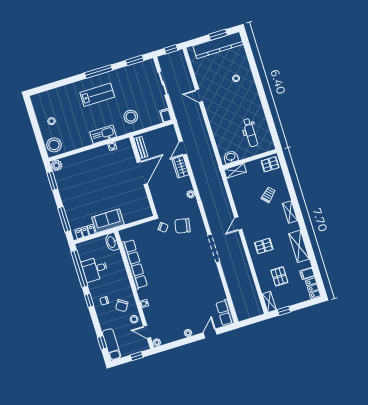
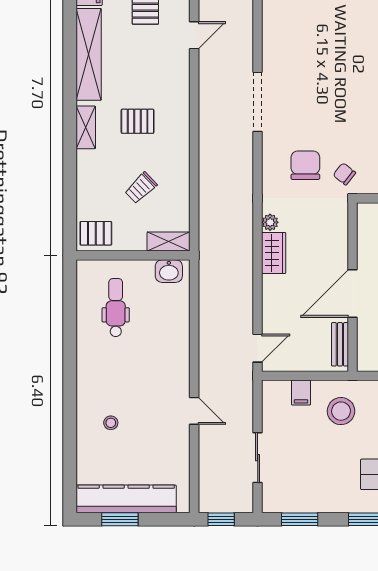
filing cabinet: (166, 115) -> (301, 393), moved
door: (183, 148) -> (258, 348), moved
wardrobe: (180, 167) -> (274, 253), moved
trolley: (268, 195) -> (141, 188), moved
door: (238, 224) -> (194, 35), moved
chair: (182, 226) -> (305, 165), turned -101
pallet: (264, 246) -> (138, 121), moved
shelving: (299, 246) -> (89, 54), width x1.47

